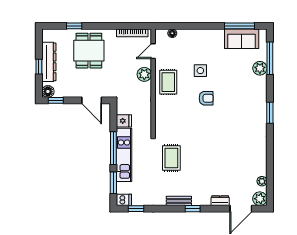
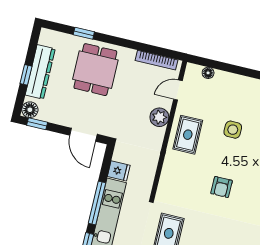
armchair: (206, 98) -> (222, 187), moved, turned 90

